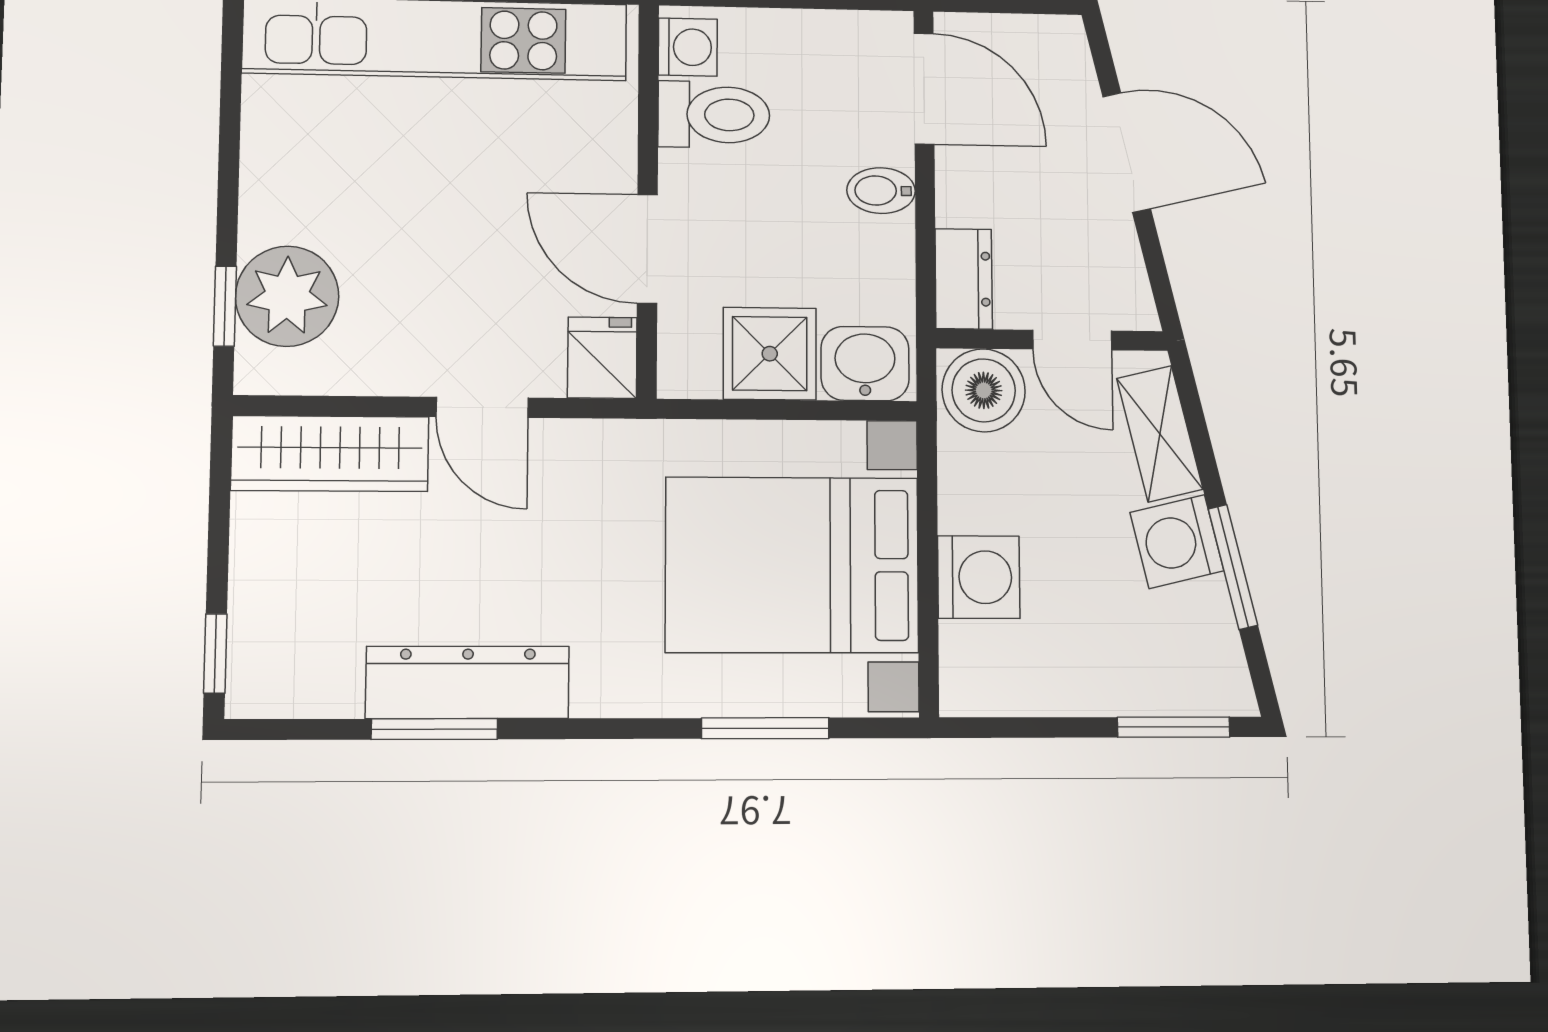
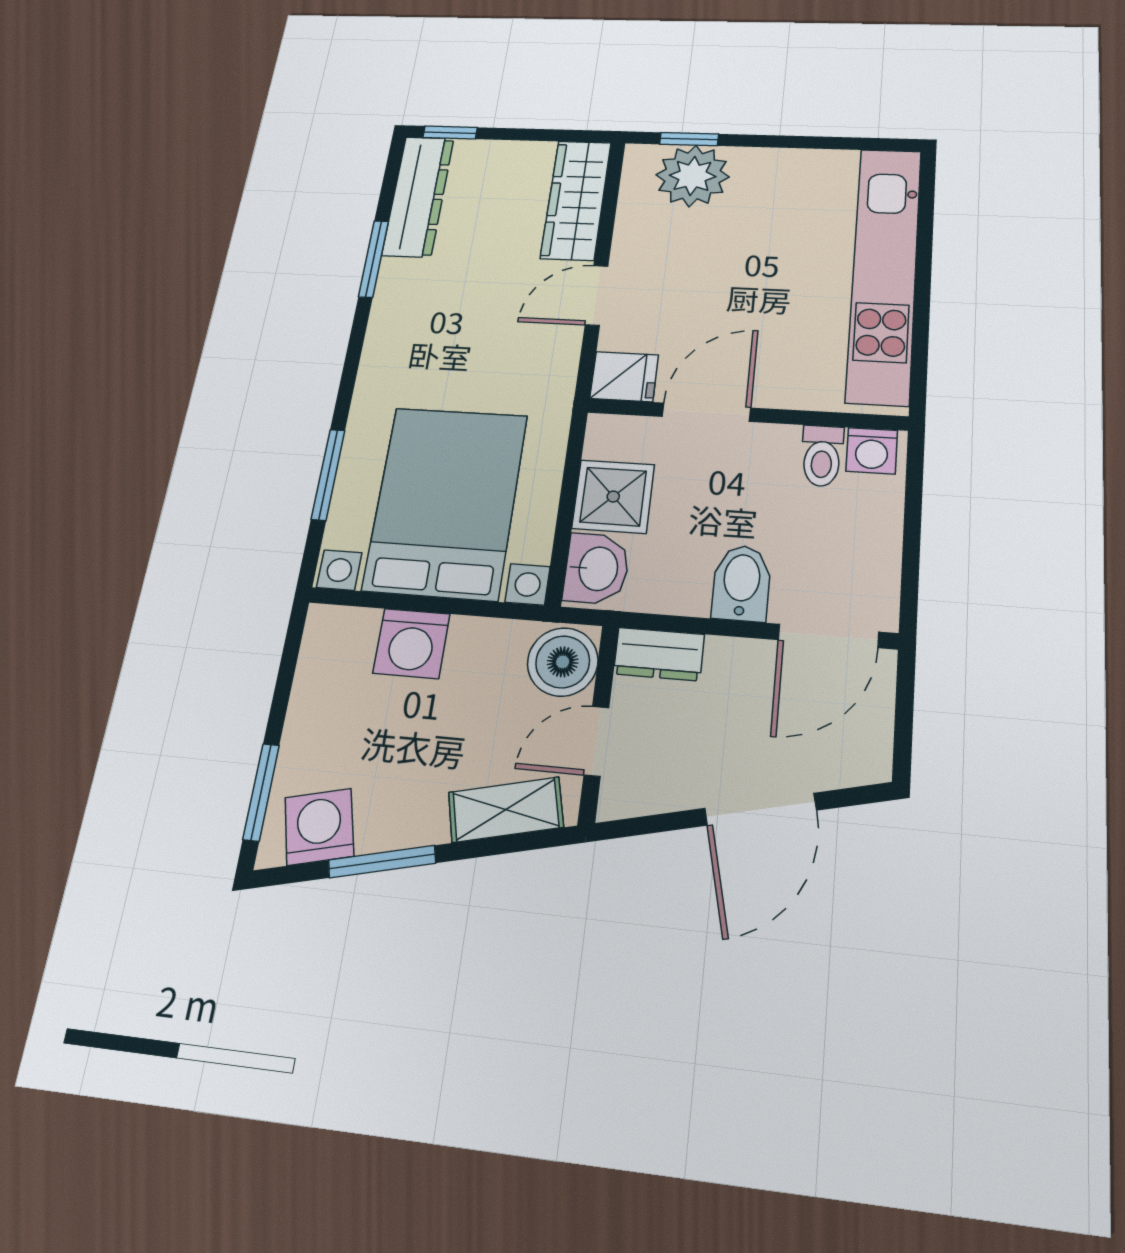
toilet: (714, 115) -> (822, 456), width x0.73, depth x0.72
bidet: (881, 191) -> (741, 583), width x1.38, depth x1.36
washing machine: (1177, 542) -> (319, 827), moved
dresser: (468, 682) -> (418, 196), moved

